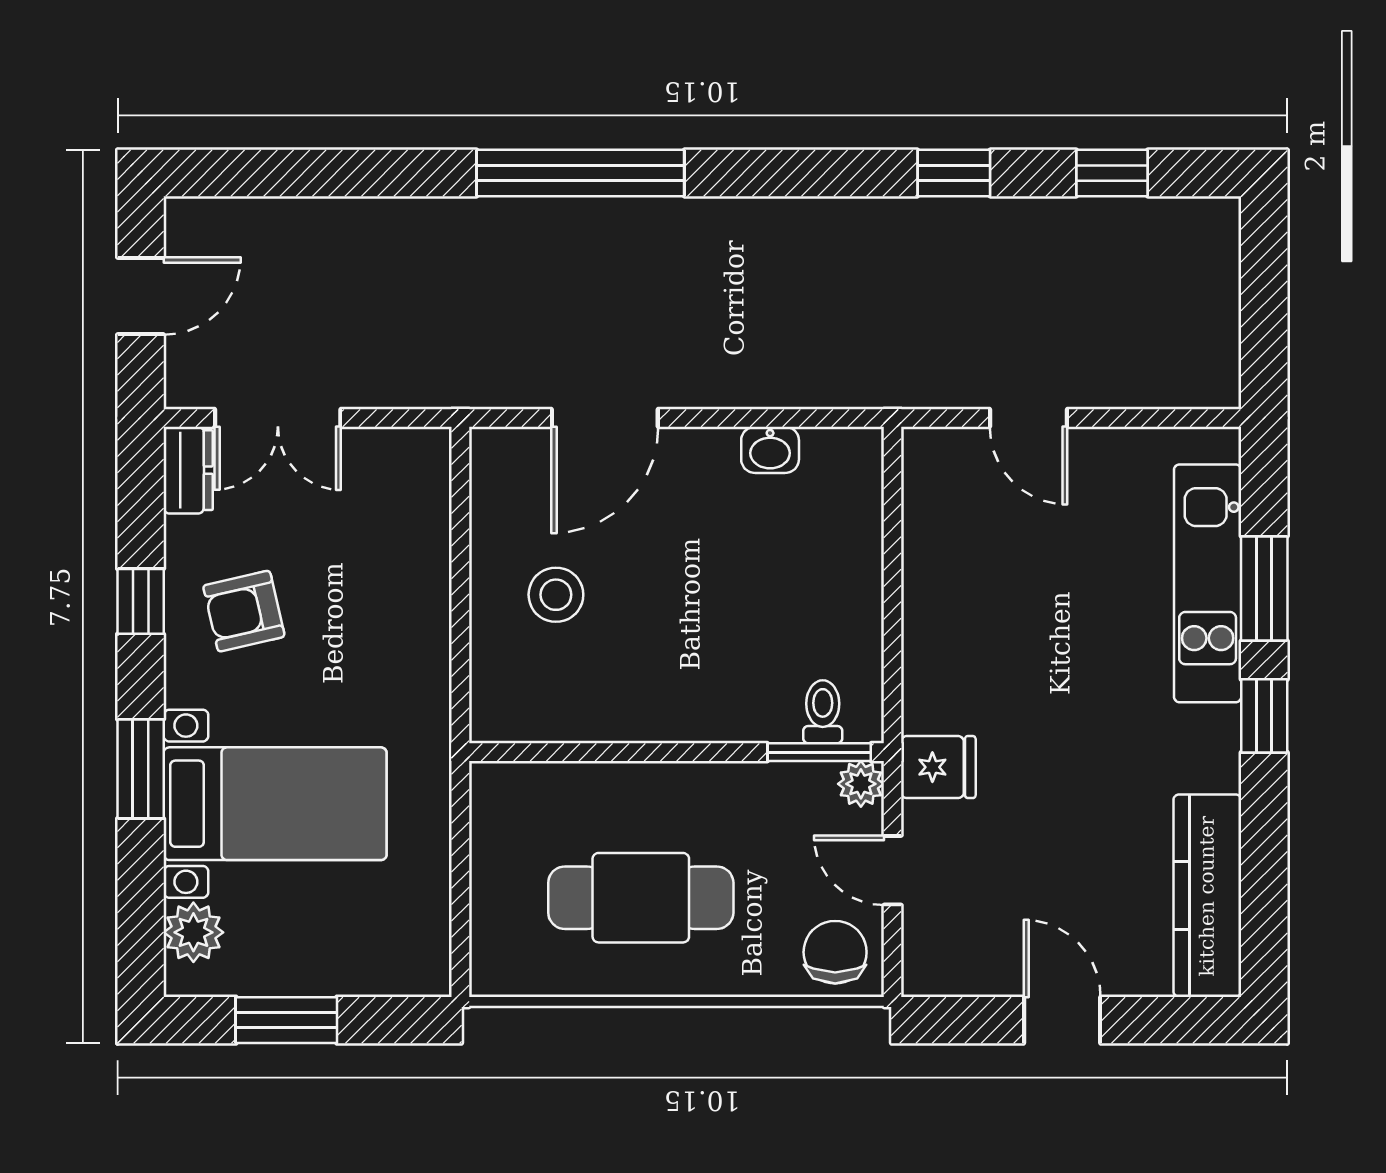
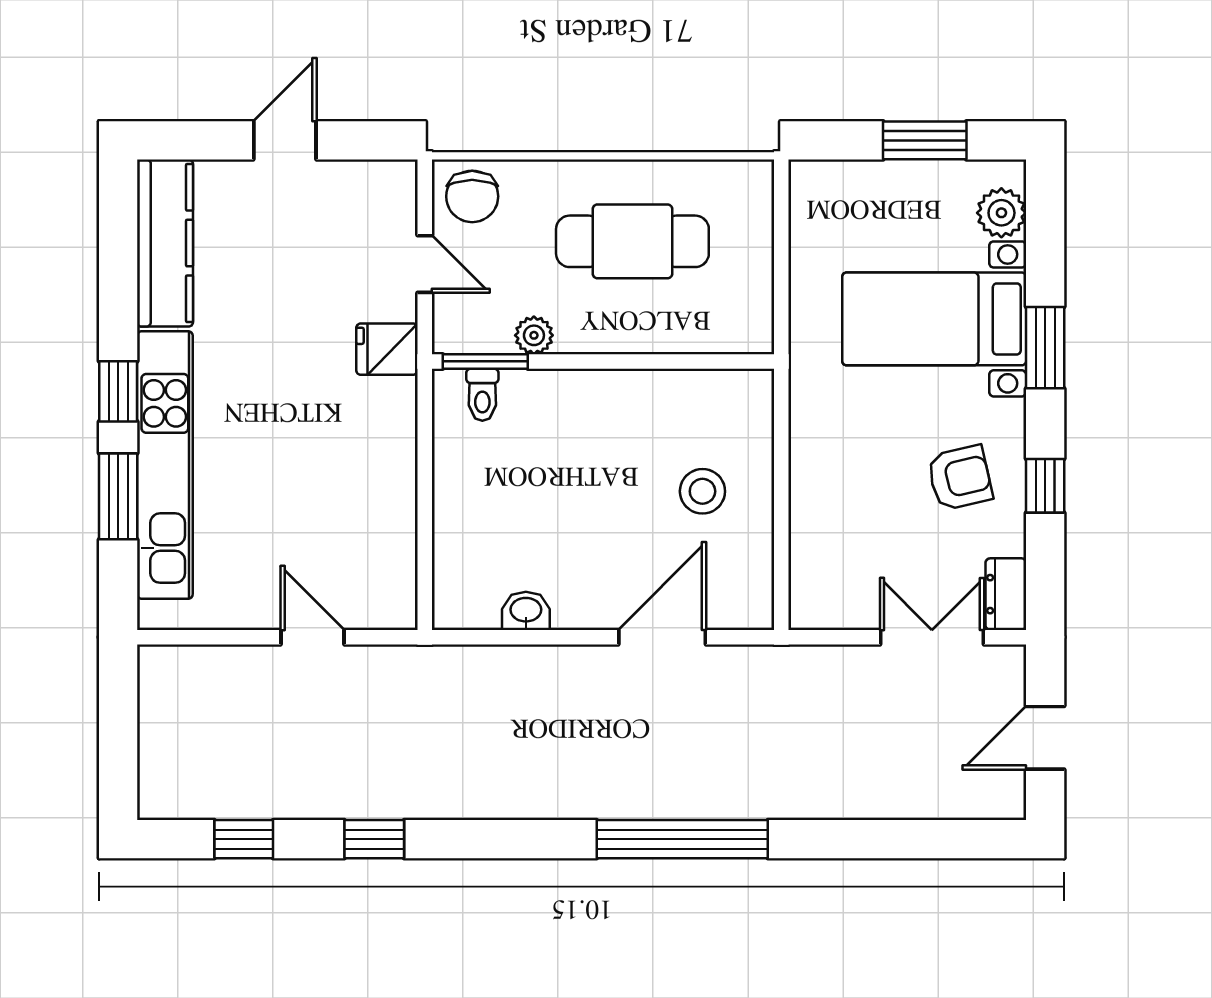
kitchen unit: (1208, 583) -> (165, 465), width x1.36
plant: (861, 784) -> (534, 335), moved
door: (1062, 1020) -> (285, 140), swing flipped

